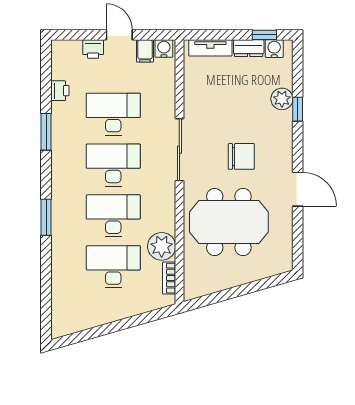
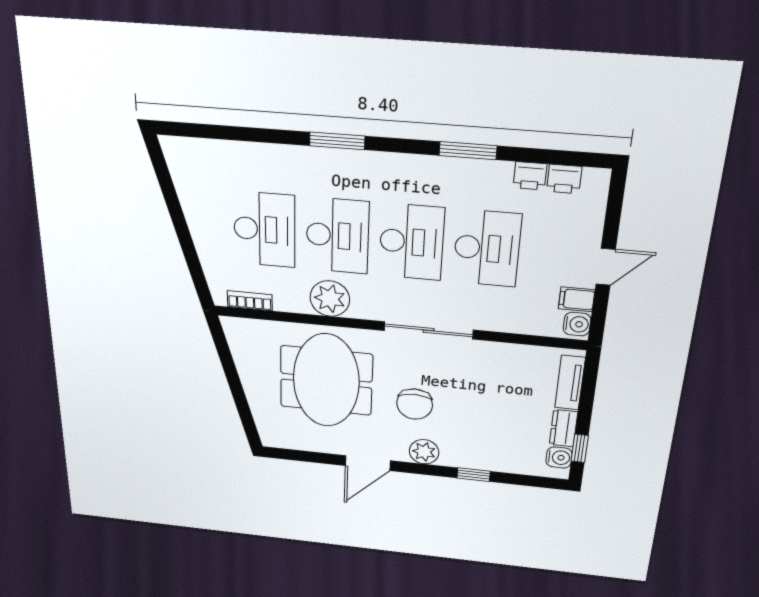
printer: (93, 49) -> (564, 179), moved, turned -90
plant: (282, 99) -> (424, 452), moved
plant: (162, 246) -> (330, 299), moved

